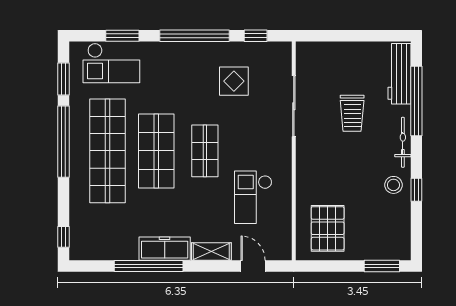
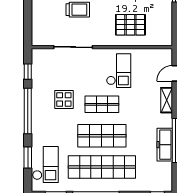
display table: (234, 81) -> (64, 99), moved
checkout: (253, 197) -> (119, 71), moved, turned -90
pallet: (328, 228) -> (130, 25), moved
freezer: (165, 249) -> (165, 145), moved

